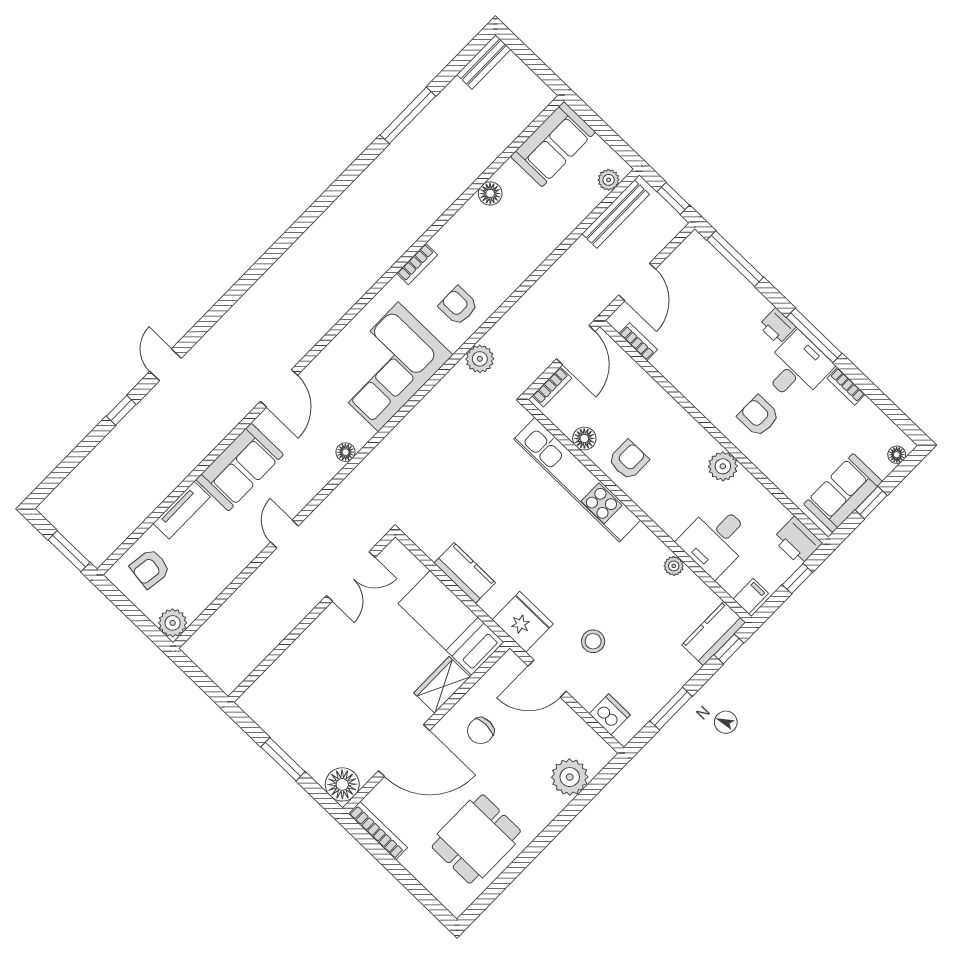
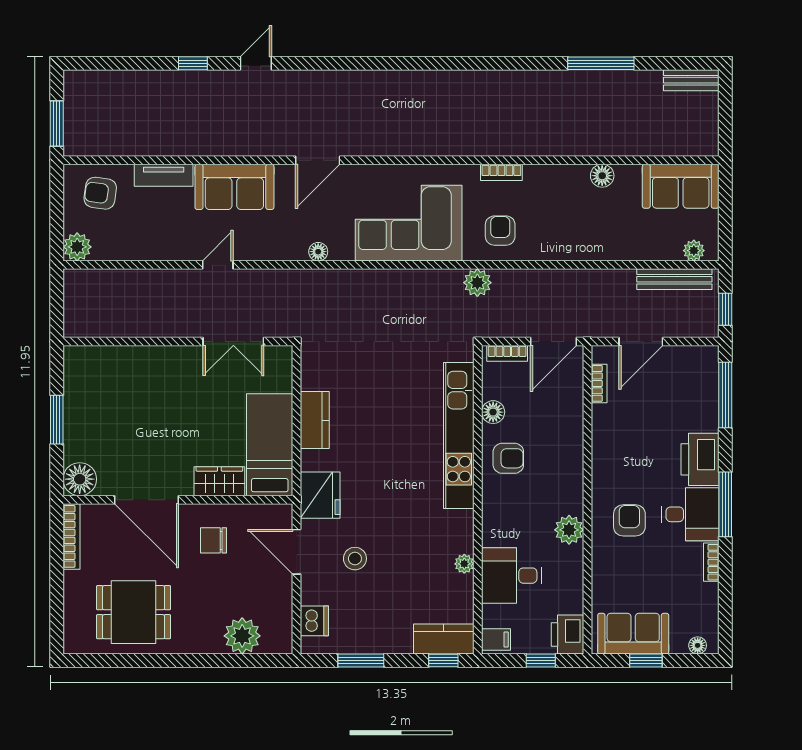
printer: (777, 326) -> (700, 459), width x1.87, depth x1.48

